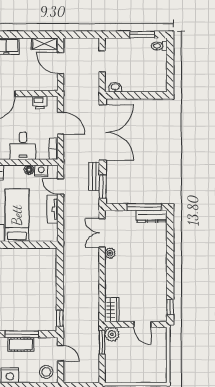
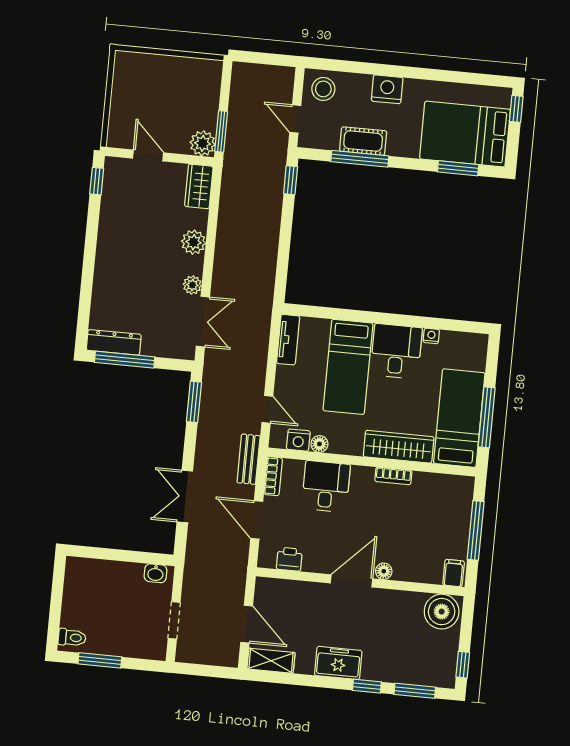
double door: (103, 132) -> (185, 496), width x0.54
bench: (94, 176) -> (249, 459), moved
tv unit: (53, 209) -> (288, 340), moved
plant: (112, 278) -> (194, 242), added

